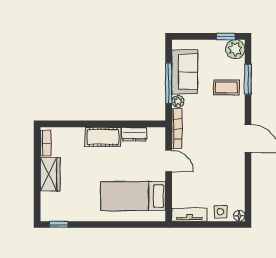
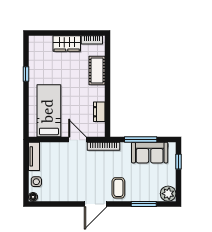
window: (226, 36) -> (178, 162), moved
coffee table: (227, 87) -> (118, 188), moved
plant: (178, 101) -> (126, 147), removed
cot: (103, 137) -> (97, 70), moved
door: (169, 161) -> (77, 140), swing flipped
window: (59, 225) -> (26, 74), moved

